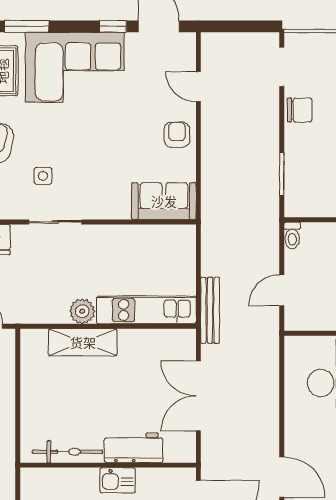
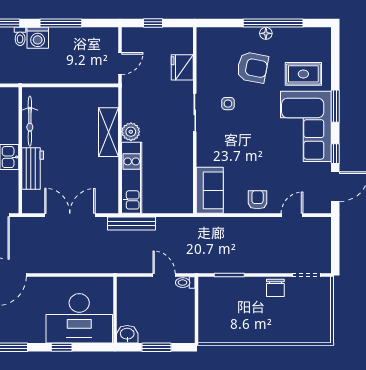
window: (27, 26) -> (335, 106), moved
armchair: (177, 135) -> (258, 200), turned -90
door: (282, 290) -> (164, 275), moved

